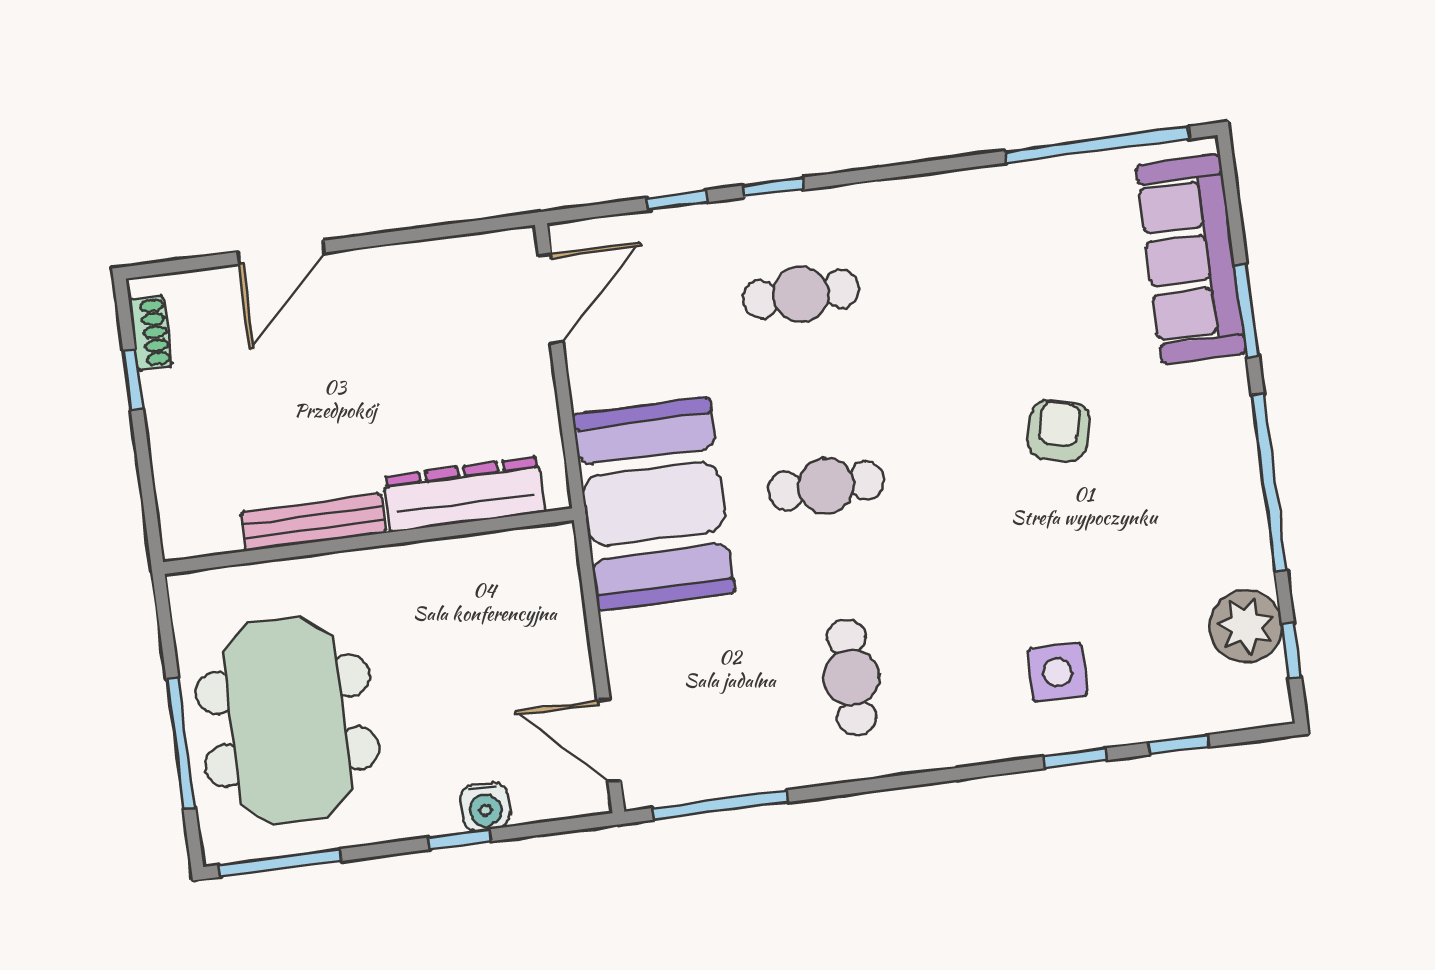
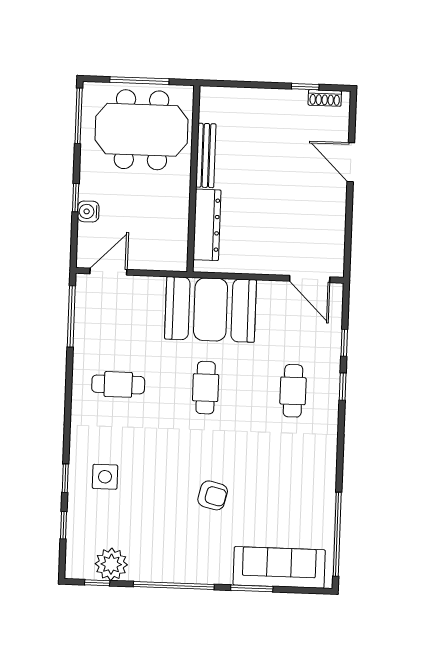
dresser: (464, 494) -> (207, 225), moved
bench: (313, 522) -> (206, 155), moved
wall: (368, 541) -> (193, 179), moved

